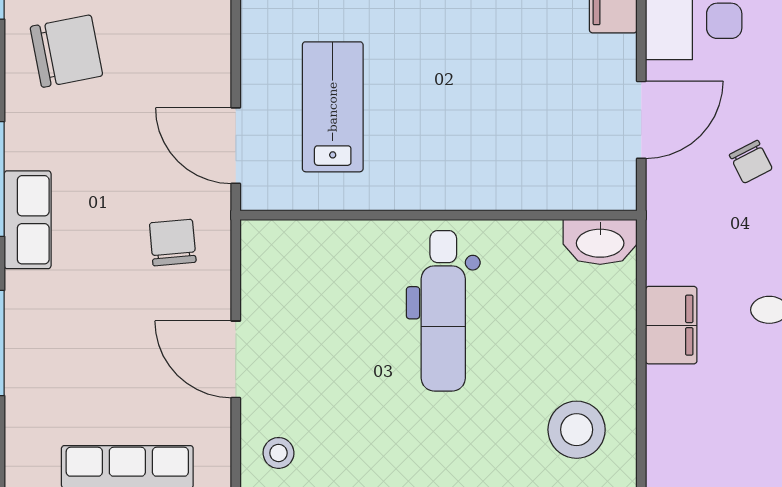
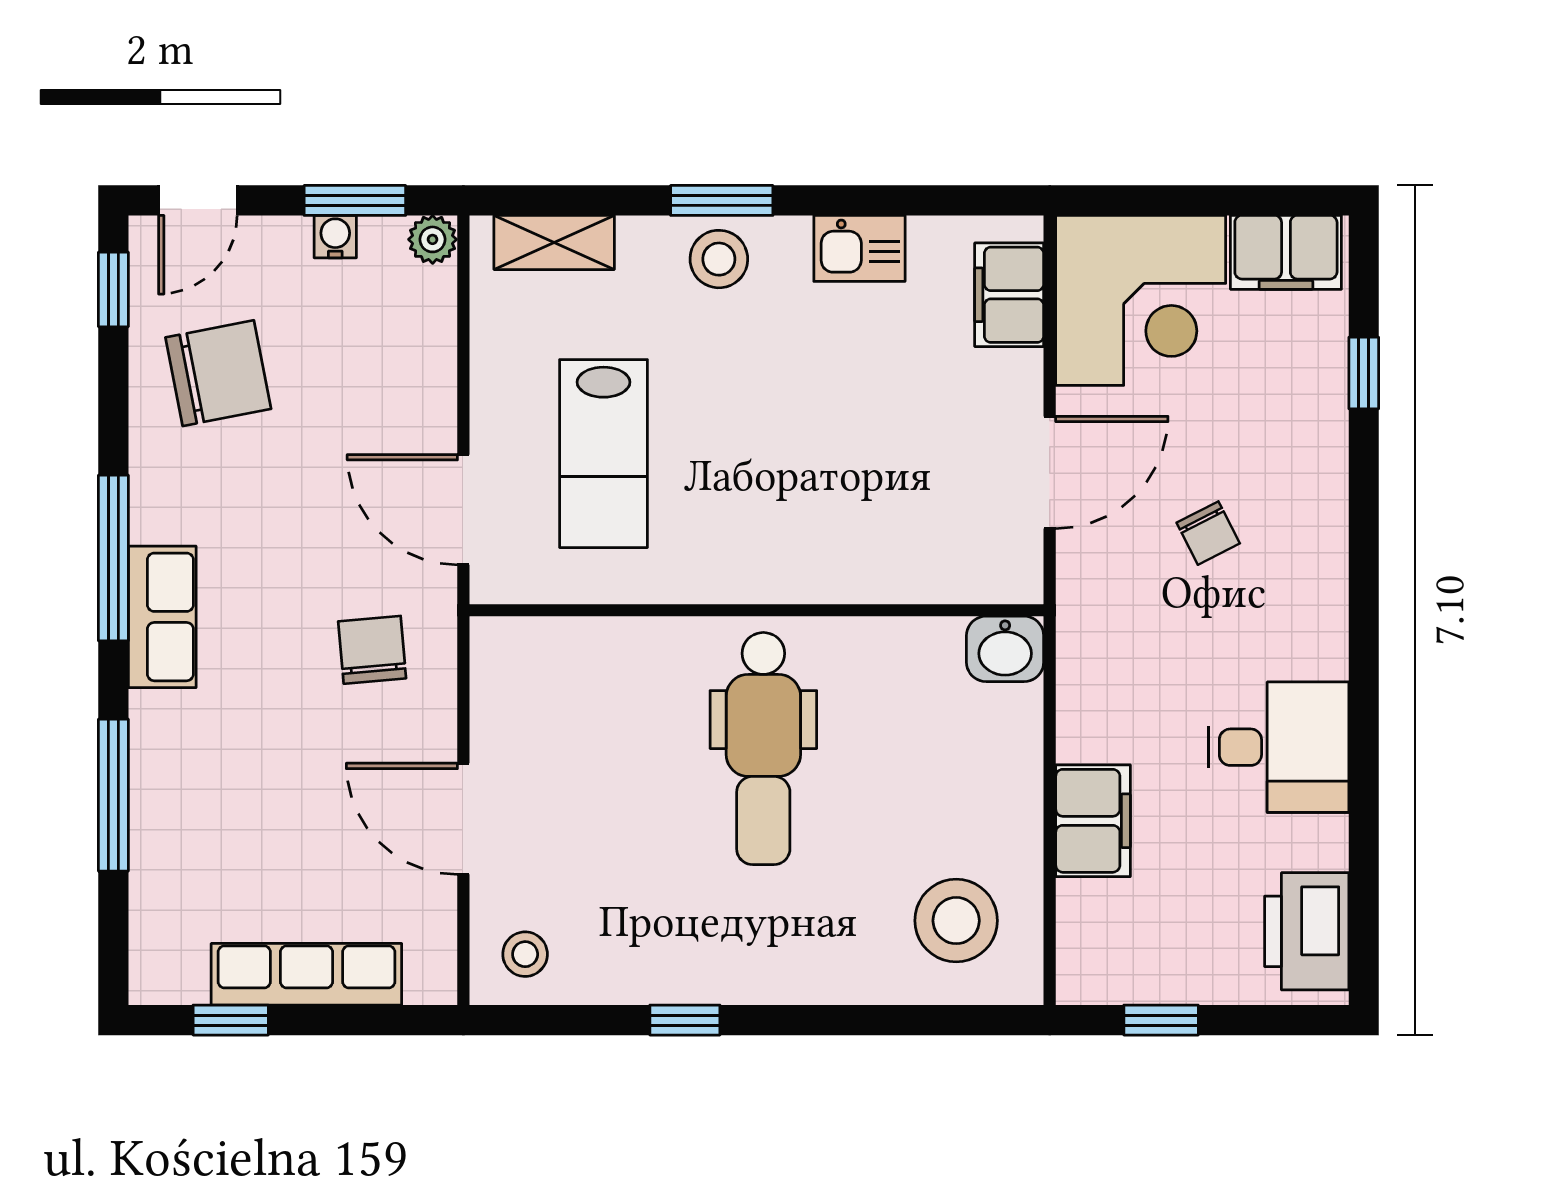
lab bench: (333, 107) -> (604, 454), turned 180
washbasin: (600, 242) -> (1005, 649), width x0.72
filing cabinet: (671, 325) -> (1093, 821), moved

